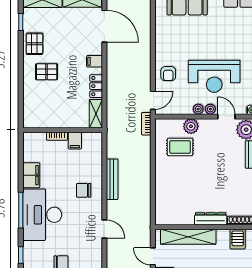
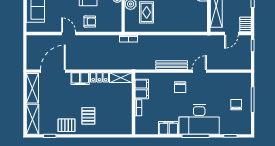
filing cabinet: (95, 61) -> (80, 79), width x2.00
door: (153, 100) -> (69, 33), moved
filing cabinet: (75, 141) -> (142, 89), width x2.00
door: (104, 229) -> (199, 71), moved

